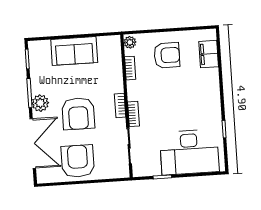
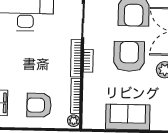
bookcase: (130, 68) -> (75, 96), width x1.56
bookcase: (133, 114) -> (76, 58), width x1.56

